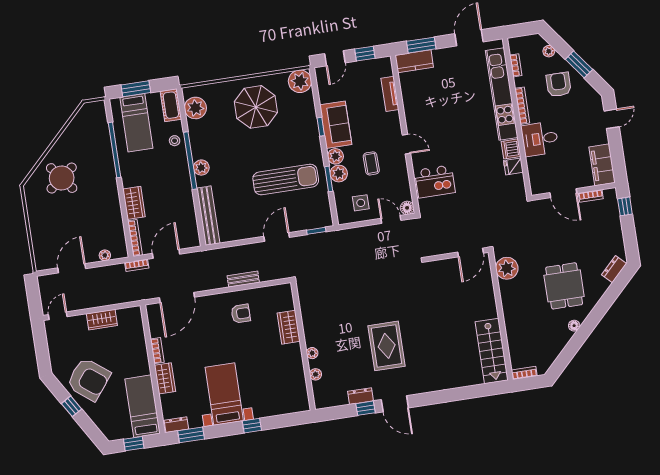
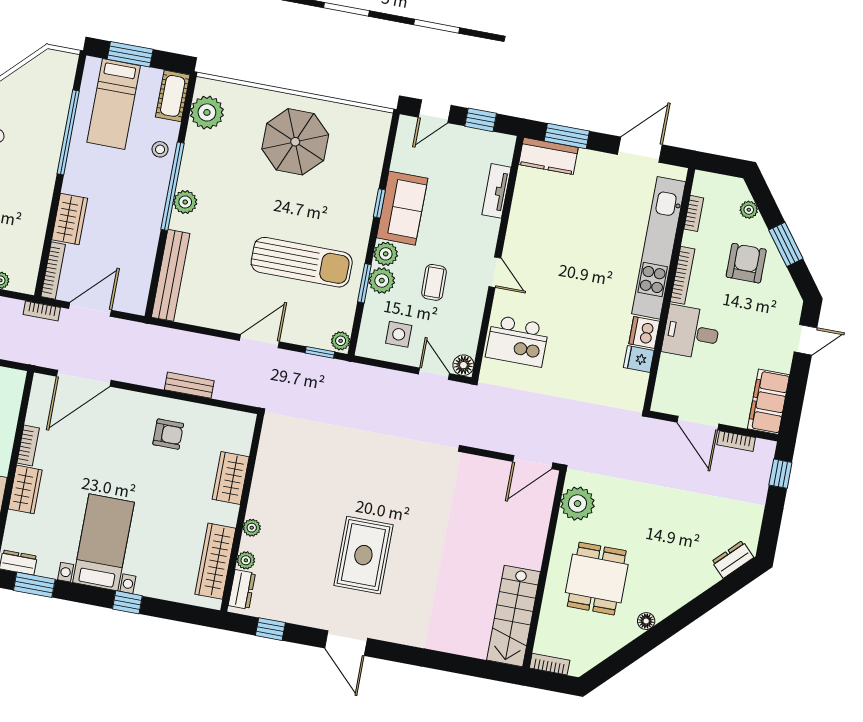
plant: (300, 81) -> (341, 341), moved, width x0.53, depth x0.53
dining table: (564, 286) -> (597, 579), moved
wardrobe: (297, 381) -> (215, 561), added
dresser: (361, 396) -> (242, 589), moved, turned 90
window: (365, 408) -> (270, 629), moved

